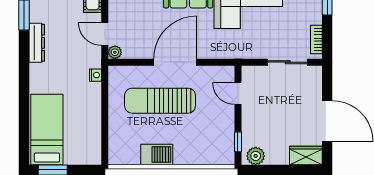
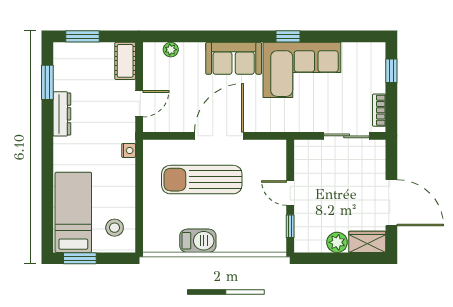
door: (105, 34) -> (139, 104), swing flipped
plant: (115, 52) -> (150, 125), removed
door: (238, 94) -> (290, 193), moved
stool: (83, 143) -> (115, 228), added
plant: (256, 156) -> (337, 242), moved

